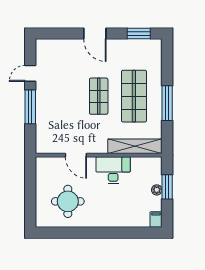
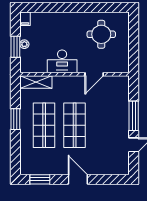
shop shelf: (99, 96) -> (75, 125), width x1.43, depth x1.36
window: (167, 103) -> (15, 119), width x0.69
shelving: (135, 146) -> (36, 82), width x0.68
door: (76, 155) -> (94, 74), swing flipped

